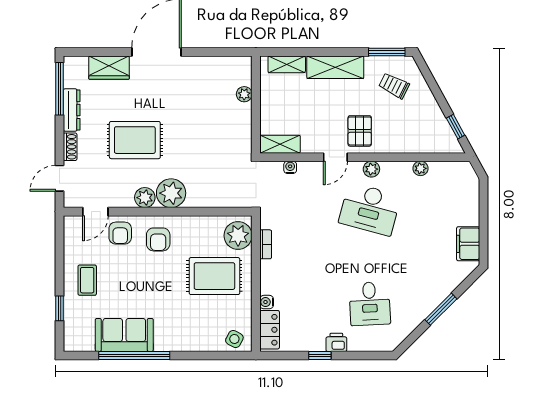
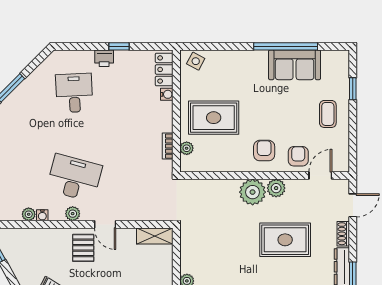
door: (335, 157) -> (105, 224), swing flipped
water cooler: (290, 167) -> (42, 215), moved
plant: (238, 236) -> (187, 148), width x0.53, depth x0.53

